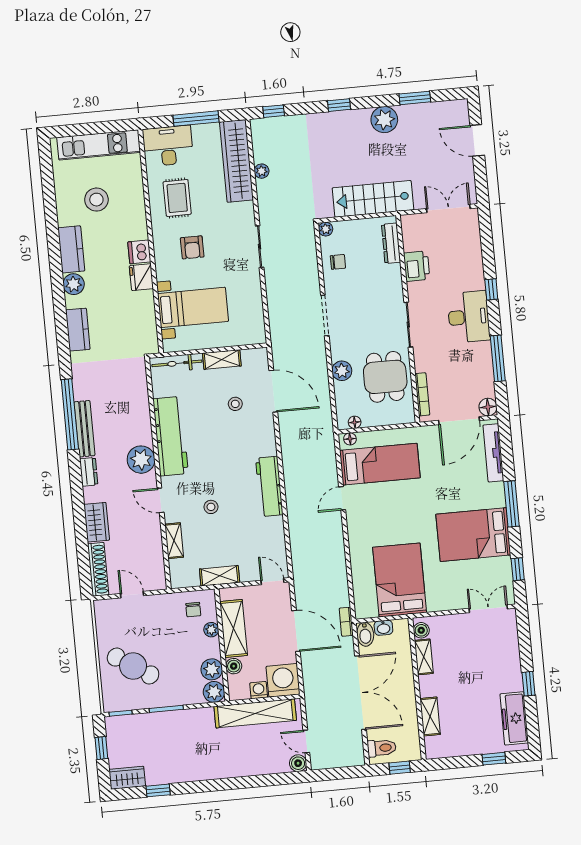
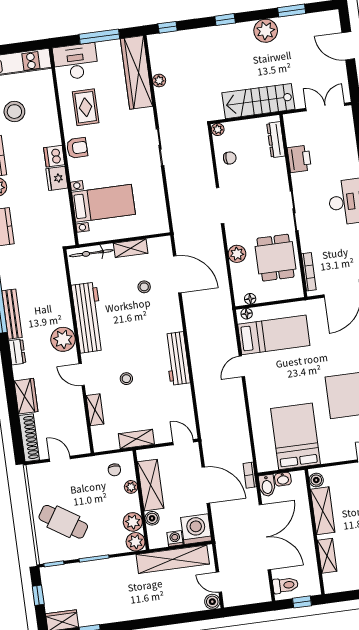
armchair: (192, 247) -> (77, 148), moved, turned -90
shelving: (424, 657) -> (323, 511), width x1.50, depth x1.33

